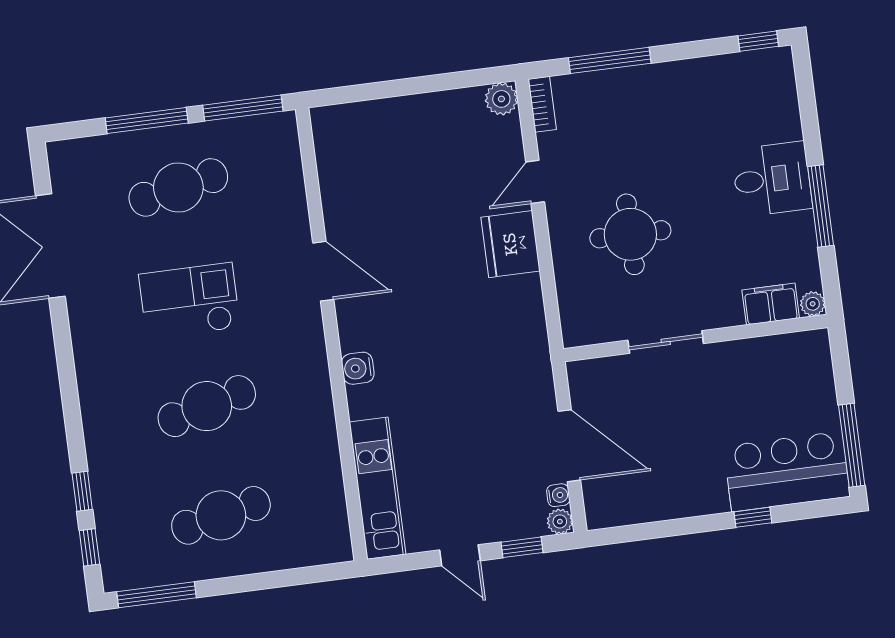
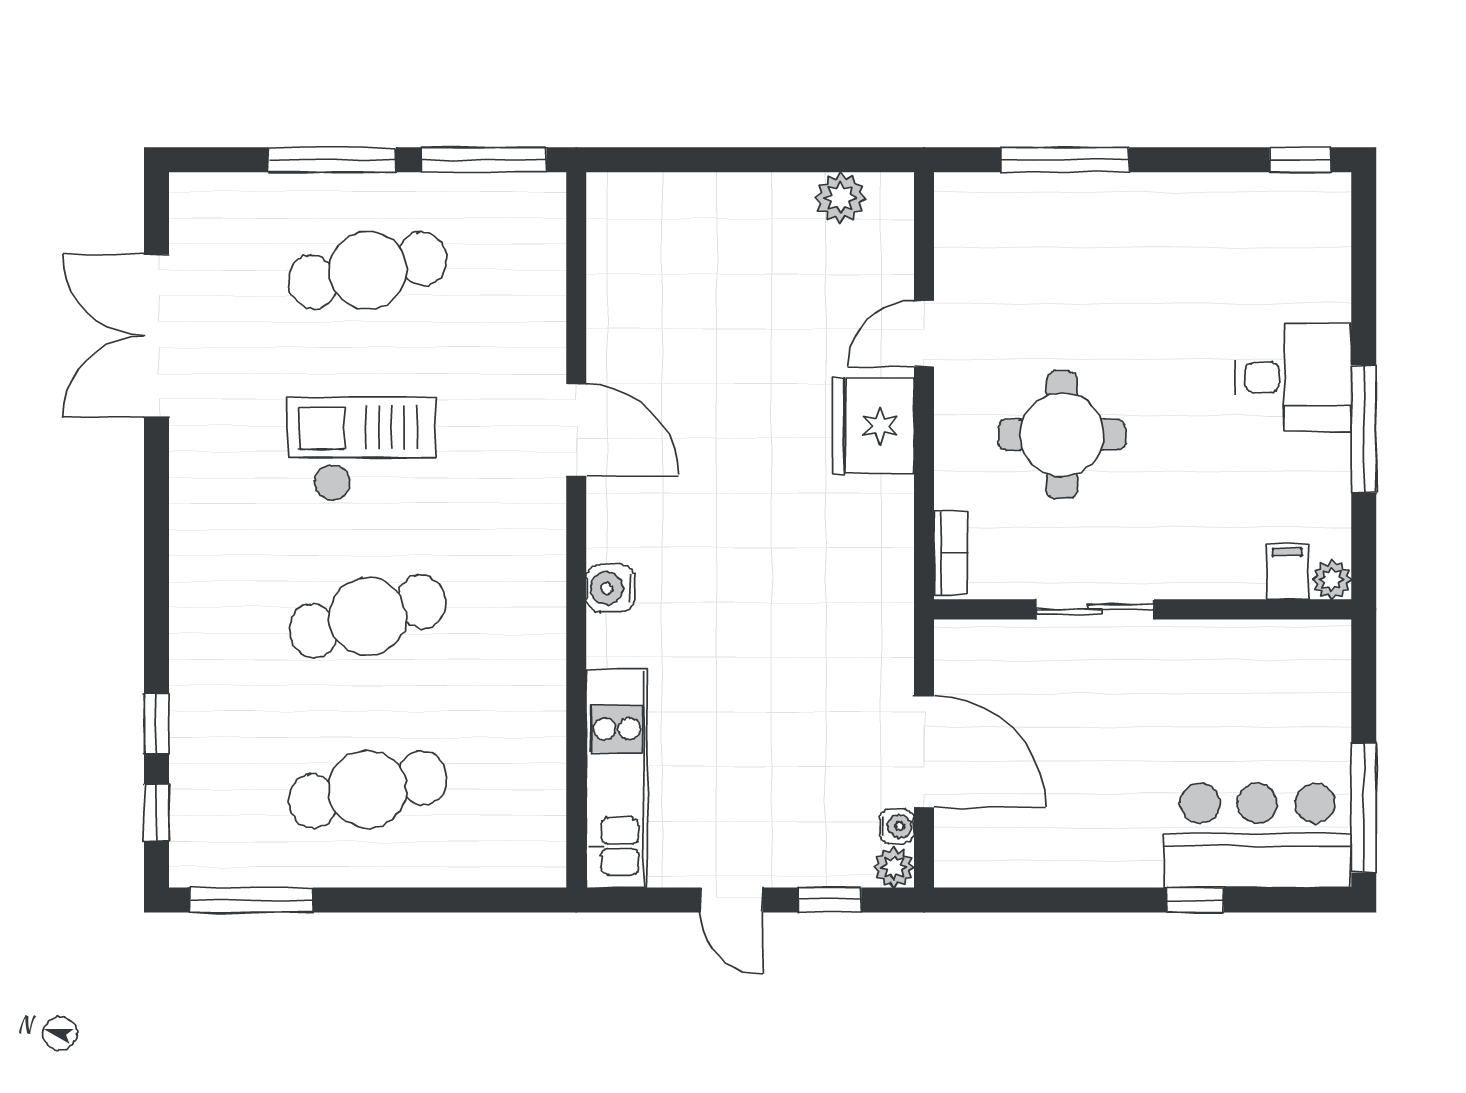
plant: (501, 99) -> (840, 198), moved
bookcase: (542, 104) -> (951, 553), moved
filing cabinet: (771, 304) -> (1287, 572), width x0.50

